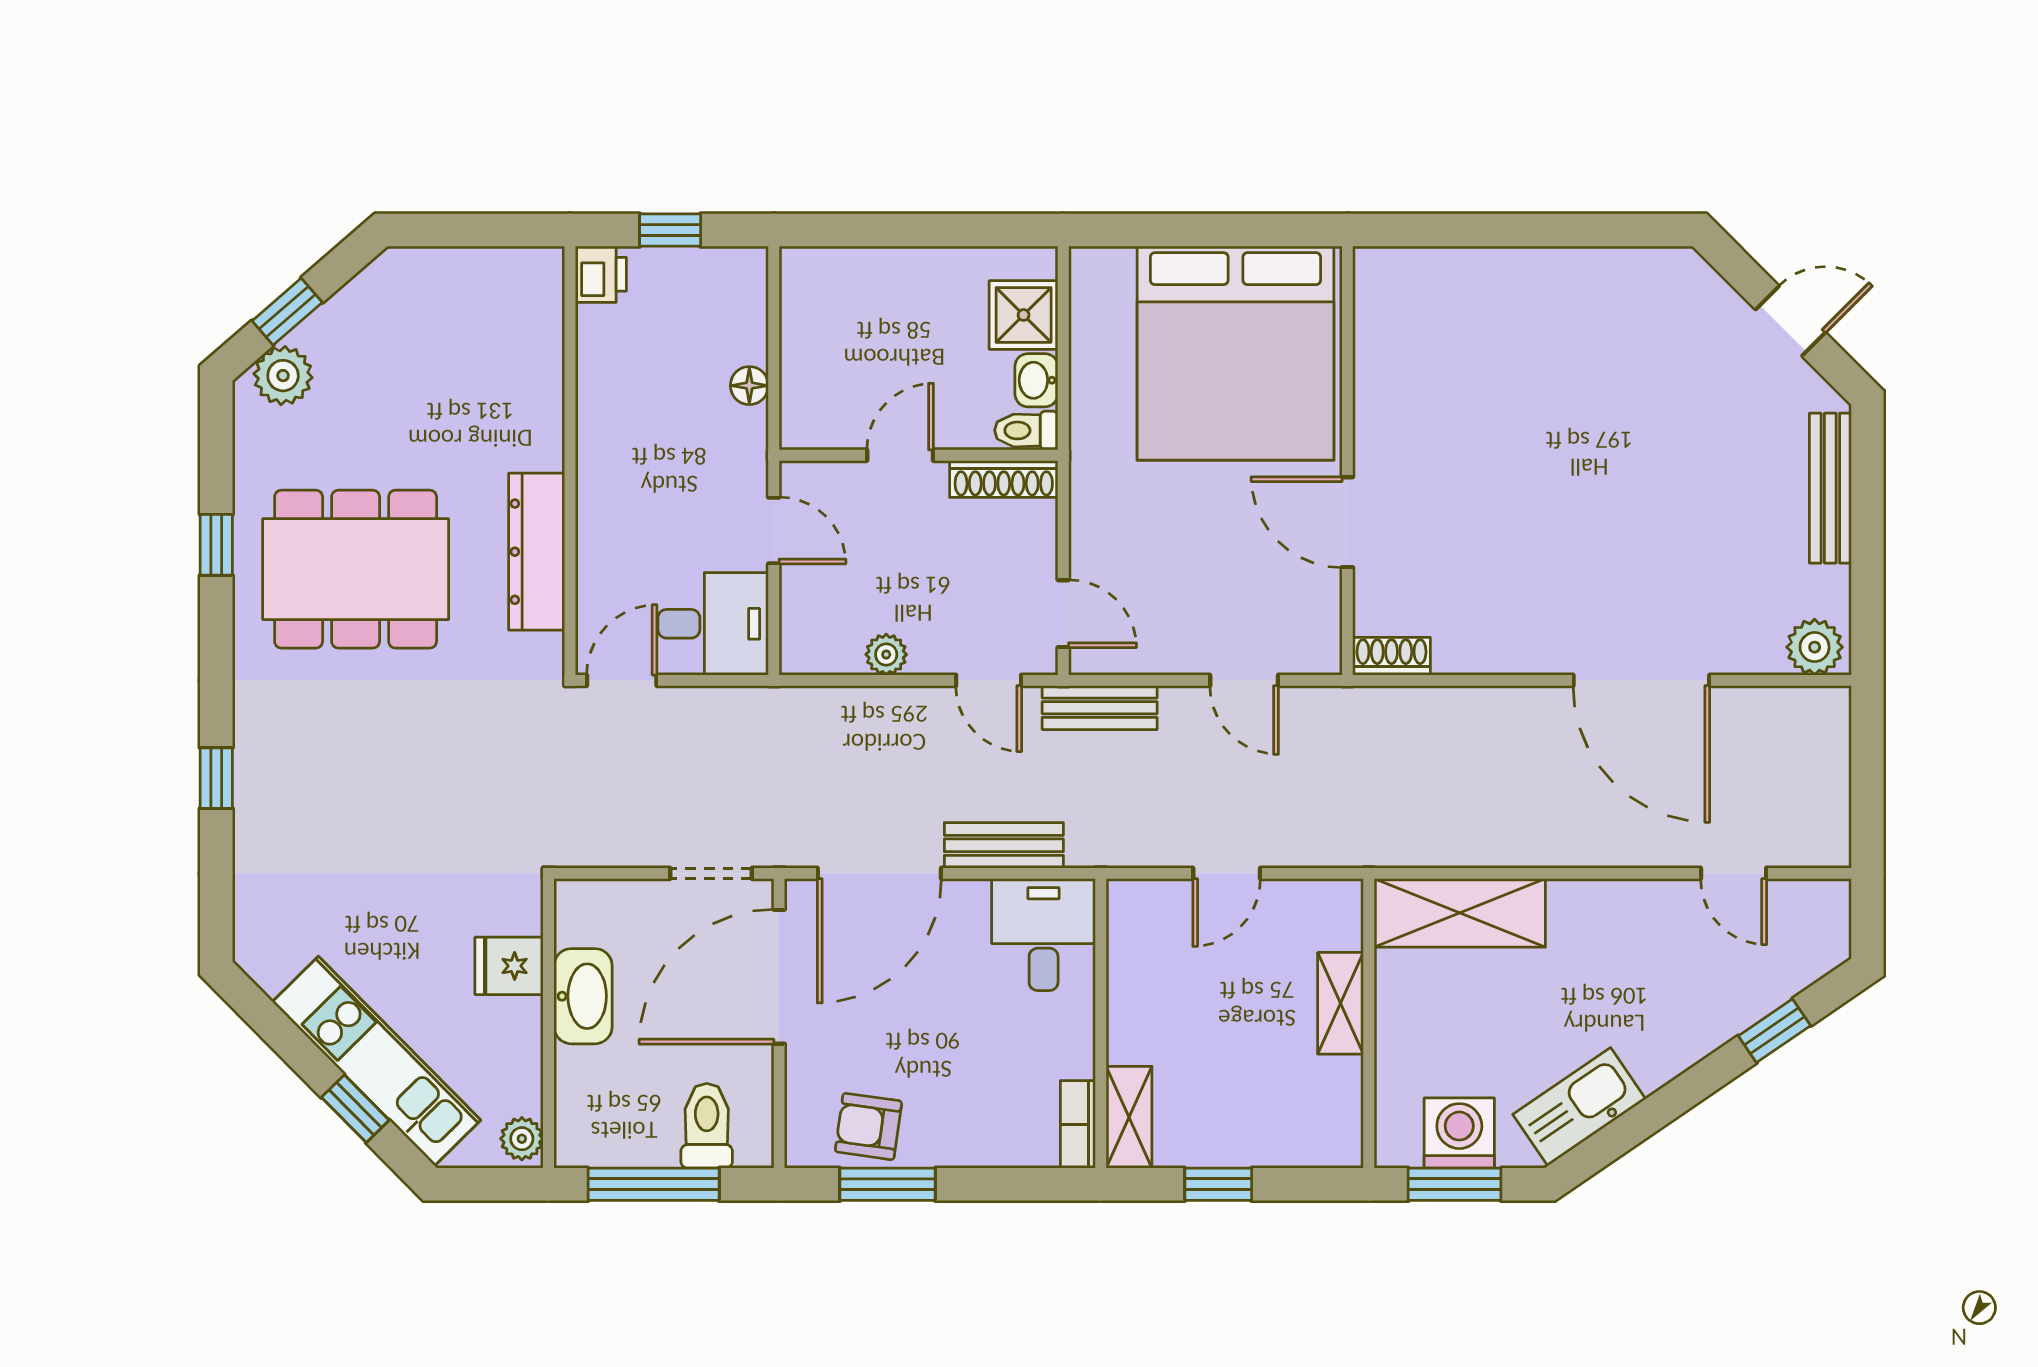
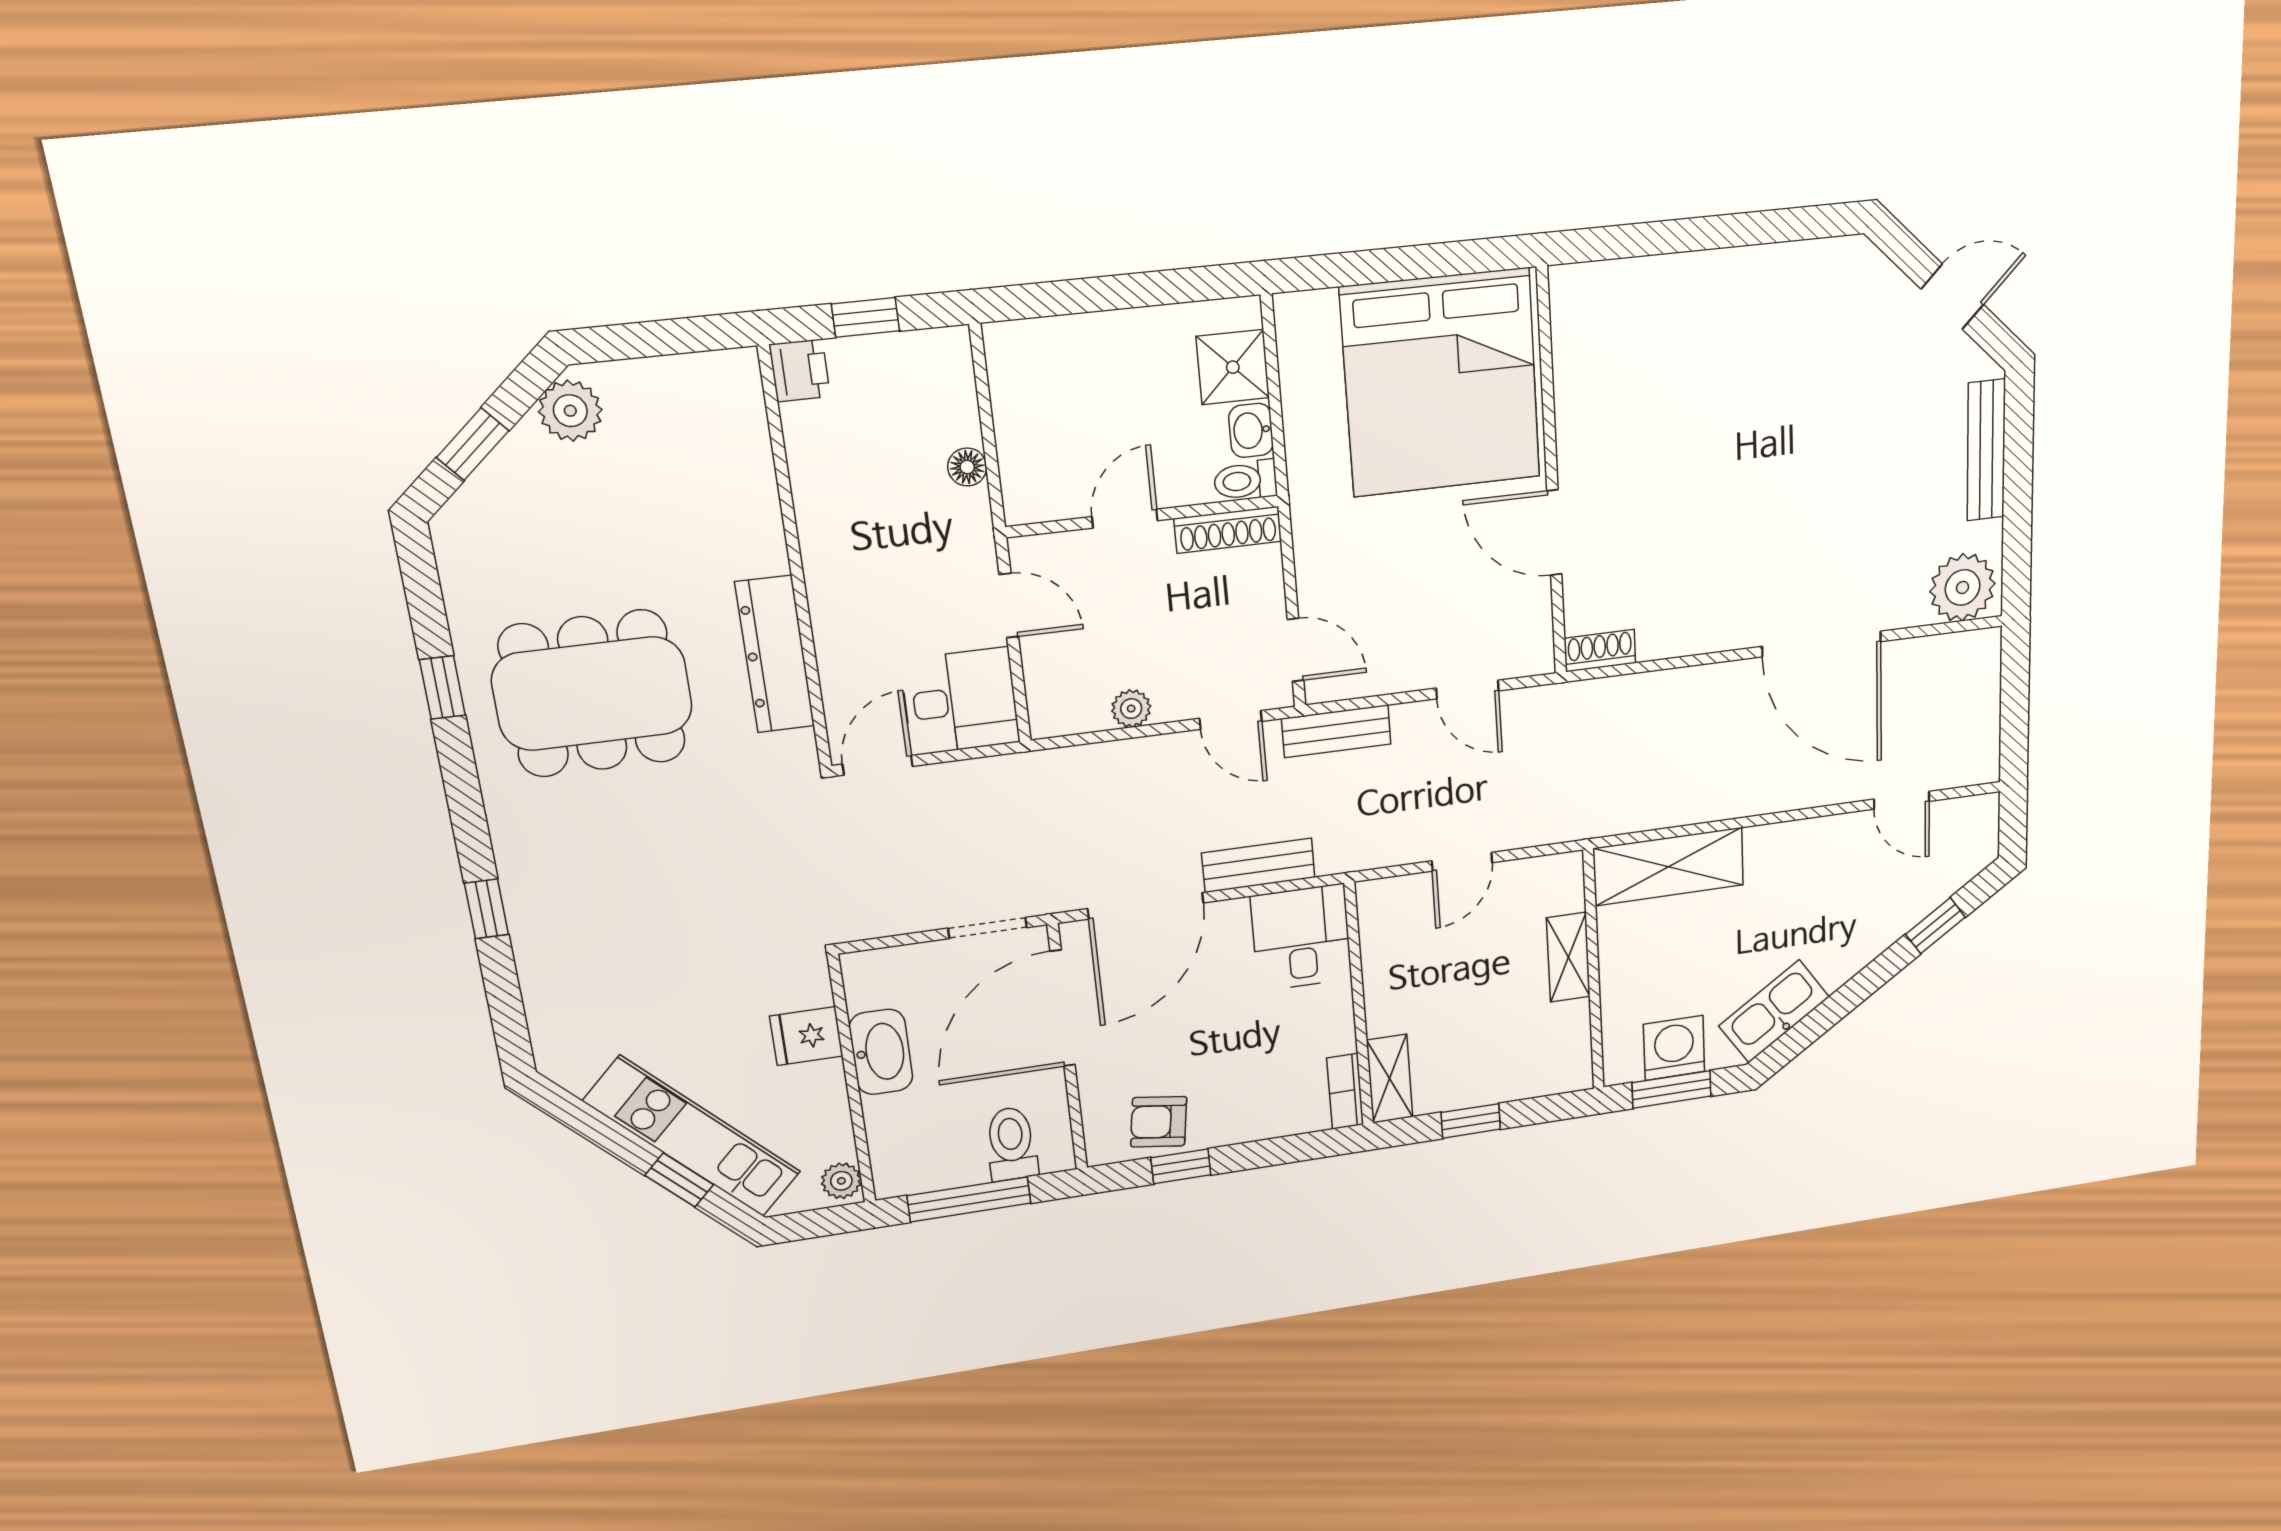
plant: (283, 376) -> (570, 411), moved
plant: (1815, 647) -> (1963, 587), width x1.36, depth x1.36
window: (888, 1184) -> (1181, 1166), width x0.67

